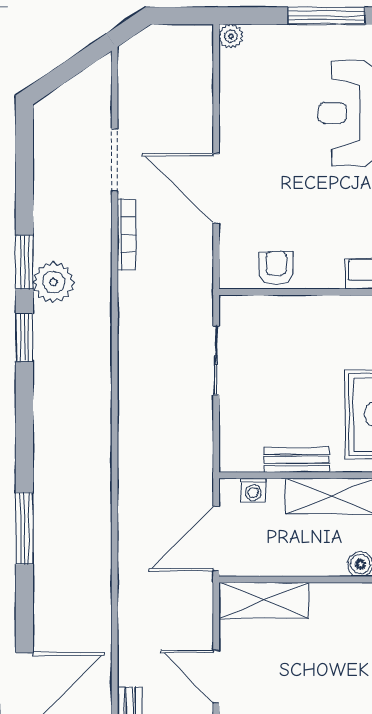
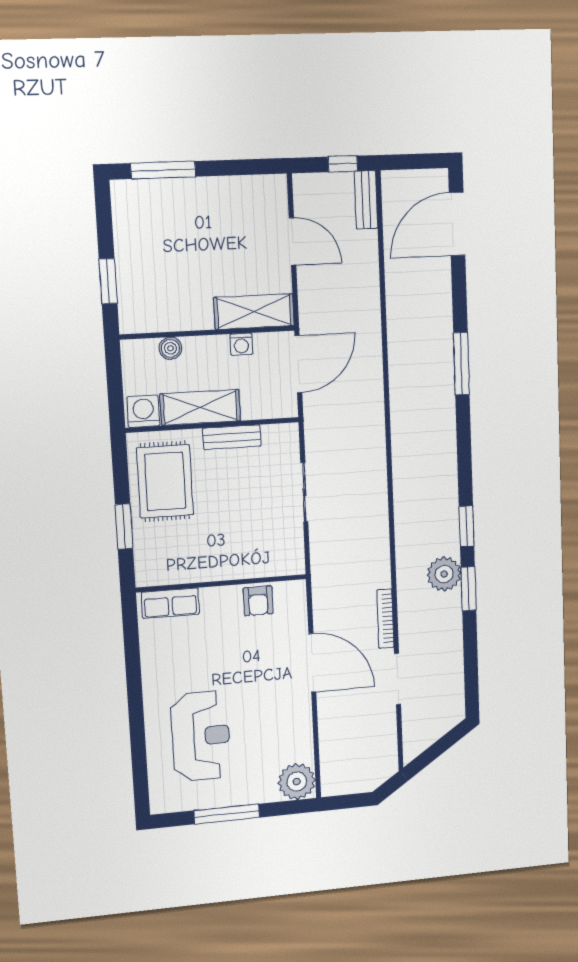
plant: (231, 36) -> (297, 782), width x1.87, depth x1.87
sliding door: (216, 360) -> (304, 492), moved
washing machine: (253, 490) -> (241, 344), moved, turned 180

